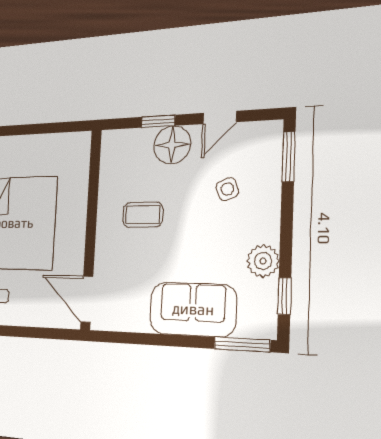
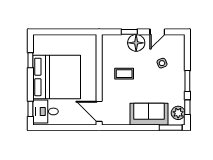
window: (289, 157) -> (187, 81), moved
plant: (263, 261) -> (178, 113), moved

